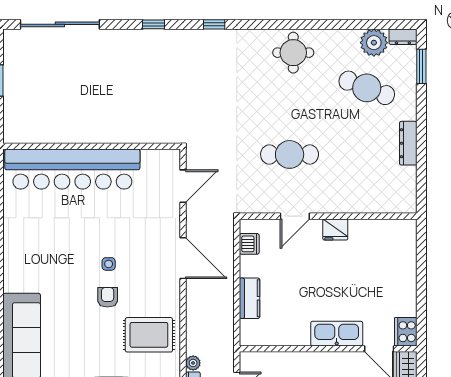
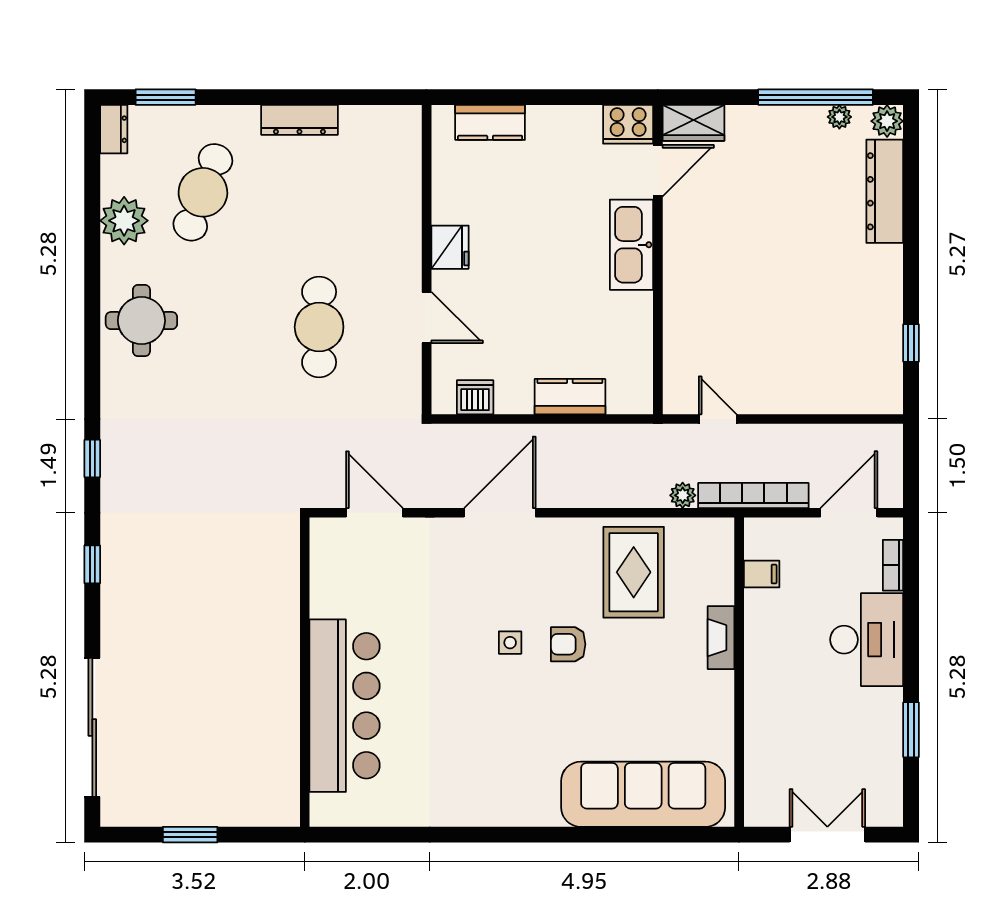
plant: (374, 43) -> (124, 221), moved
bar counter: (72, 169) -> (345, 706), width x0.73
kitchen counter: (407, 253) -> (490, 122), added

